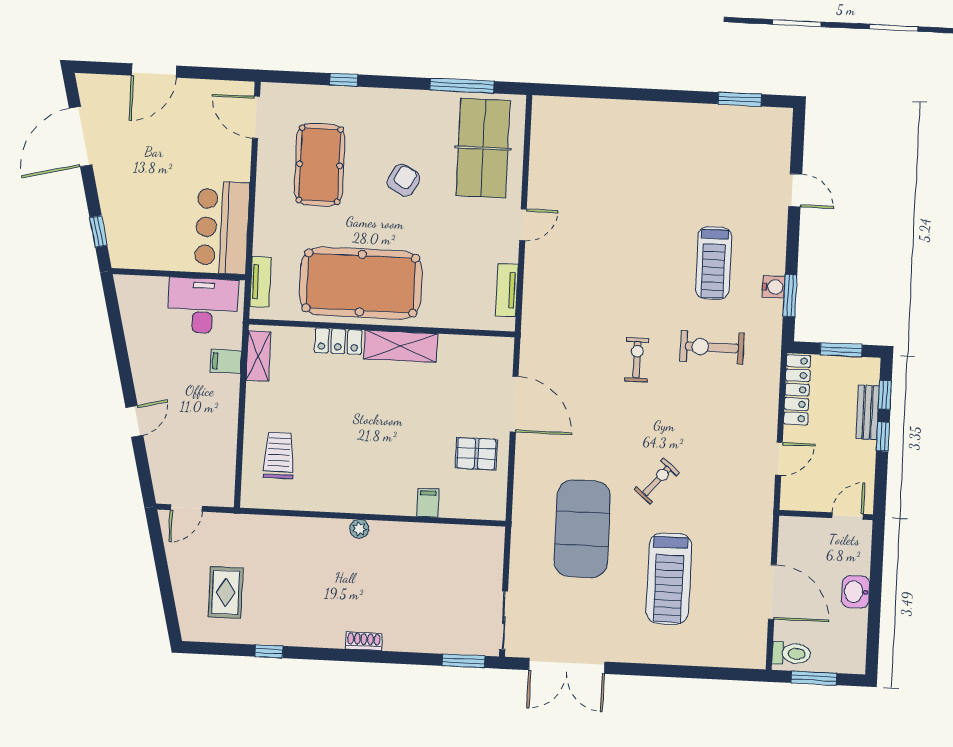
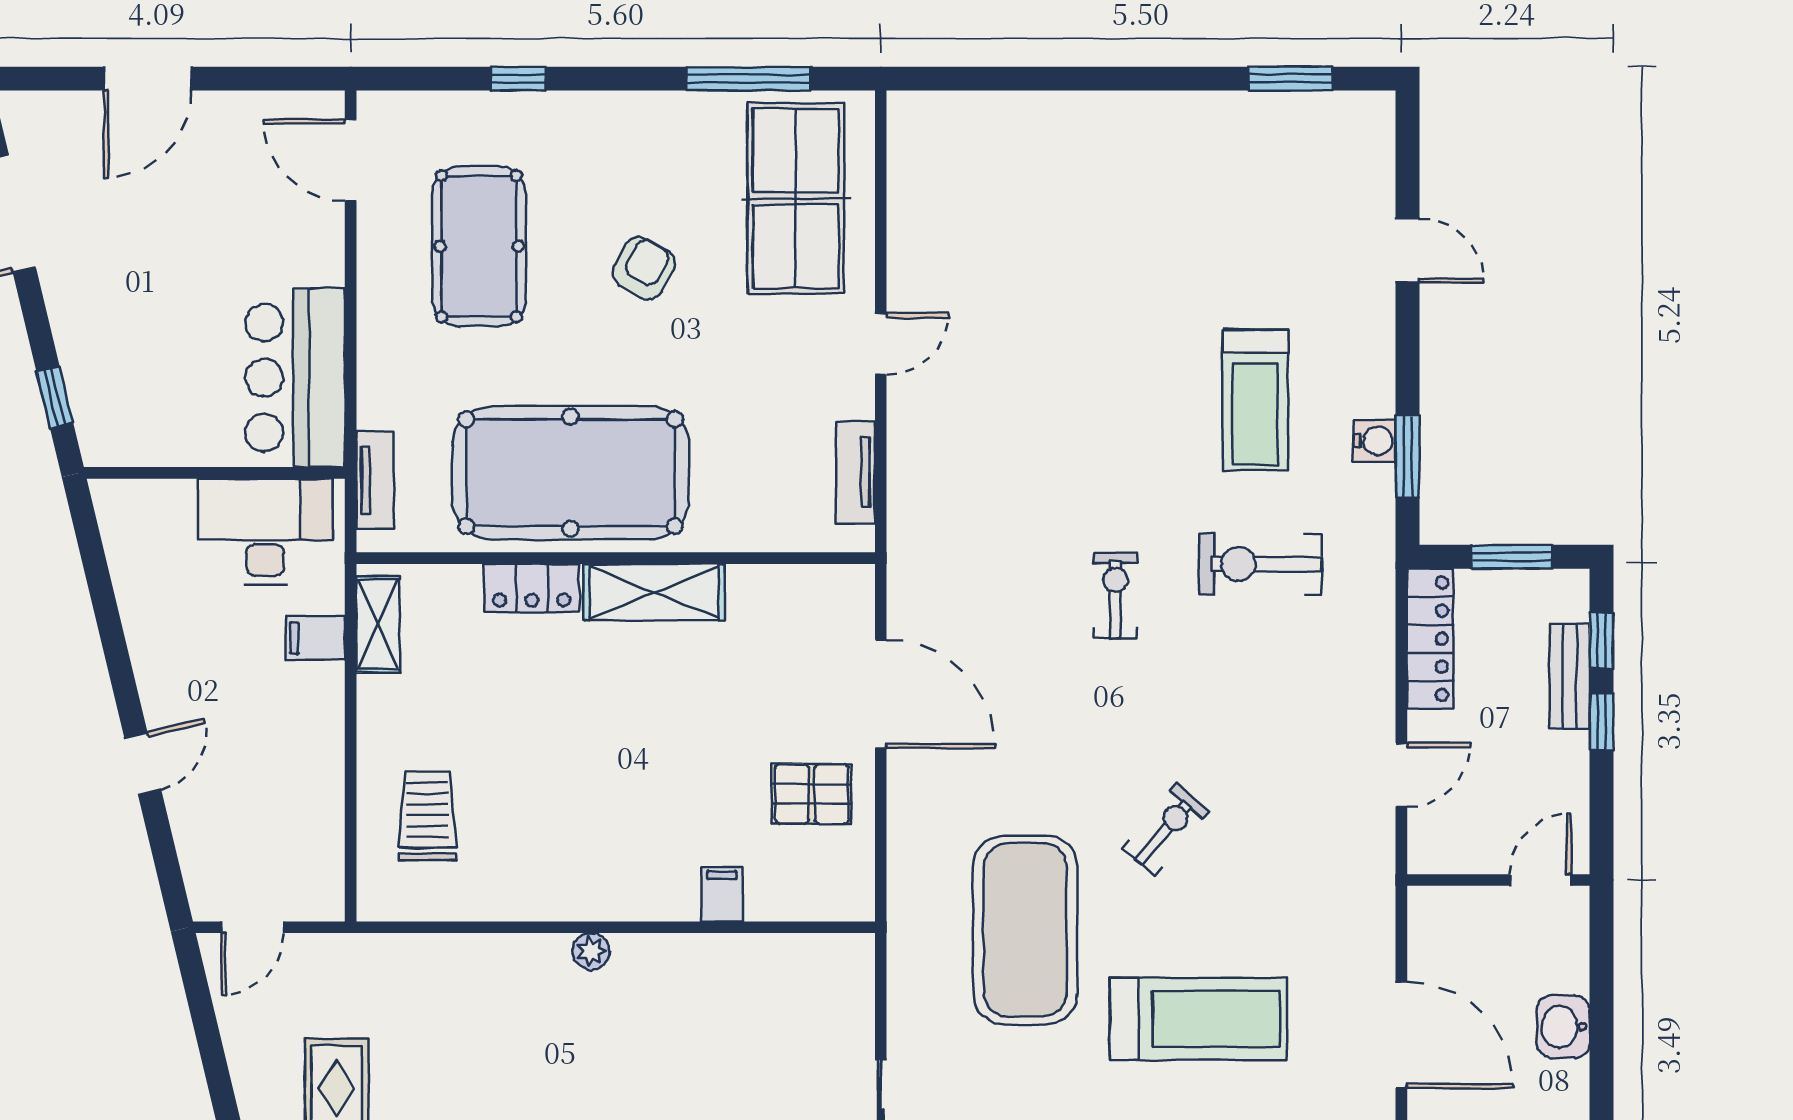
treadmill: (669, 579) -> (1199, 1019), turned -90

